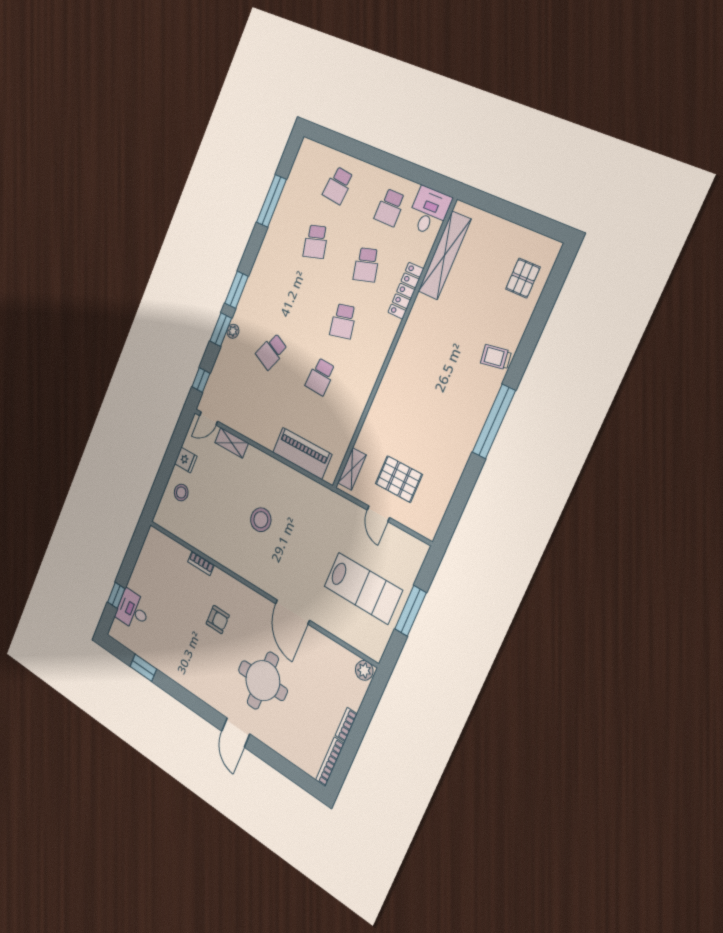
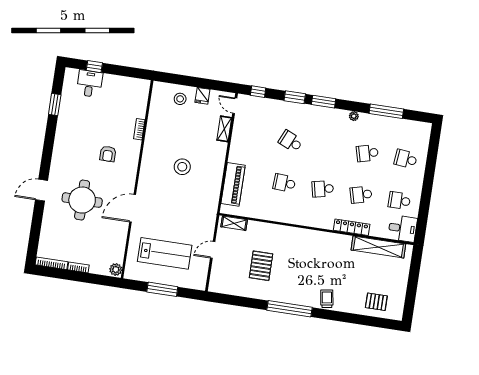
plant: (233, 331) -> (354, 116), moved
pallet: (399, 479) -> (261, 266), moved
lab bench: (363, 588) -> (165, 253), turned -90

